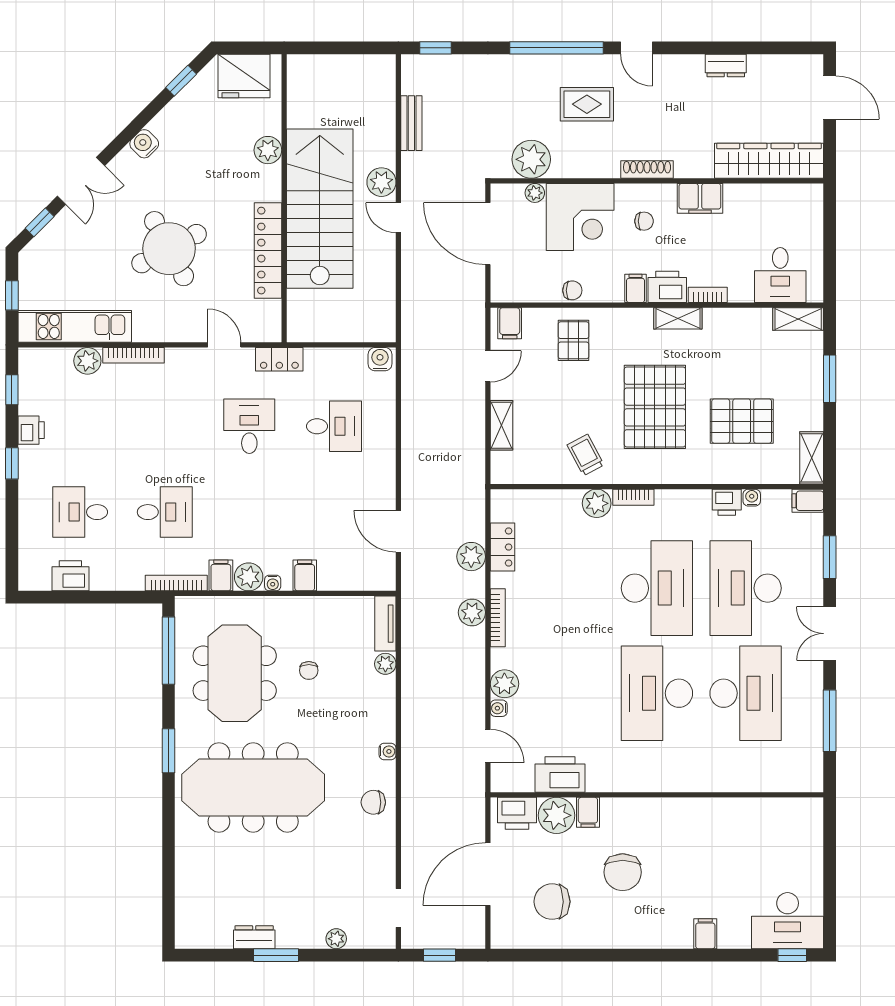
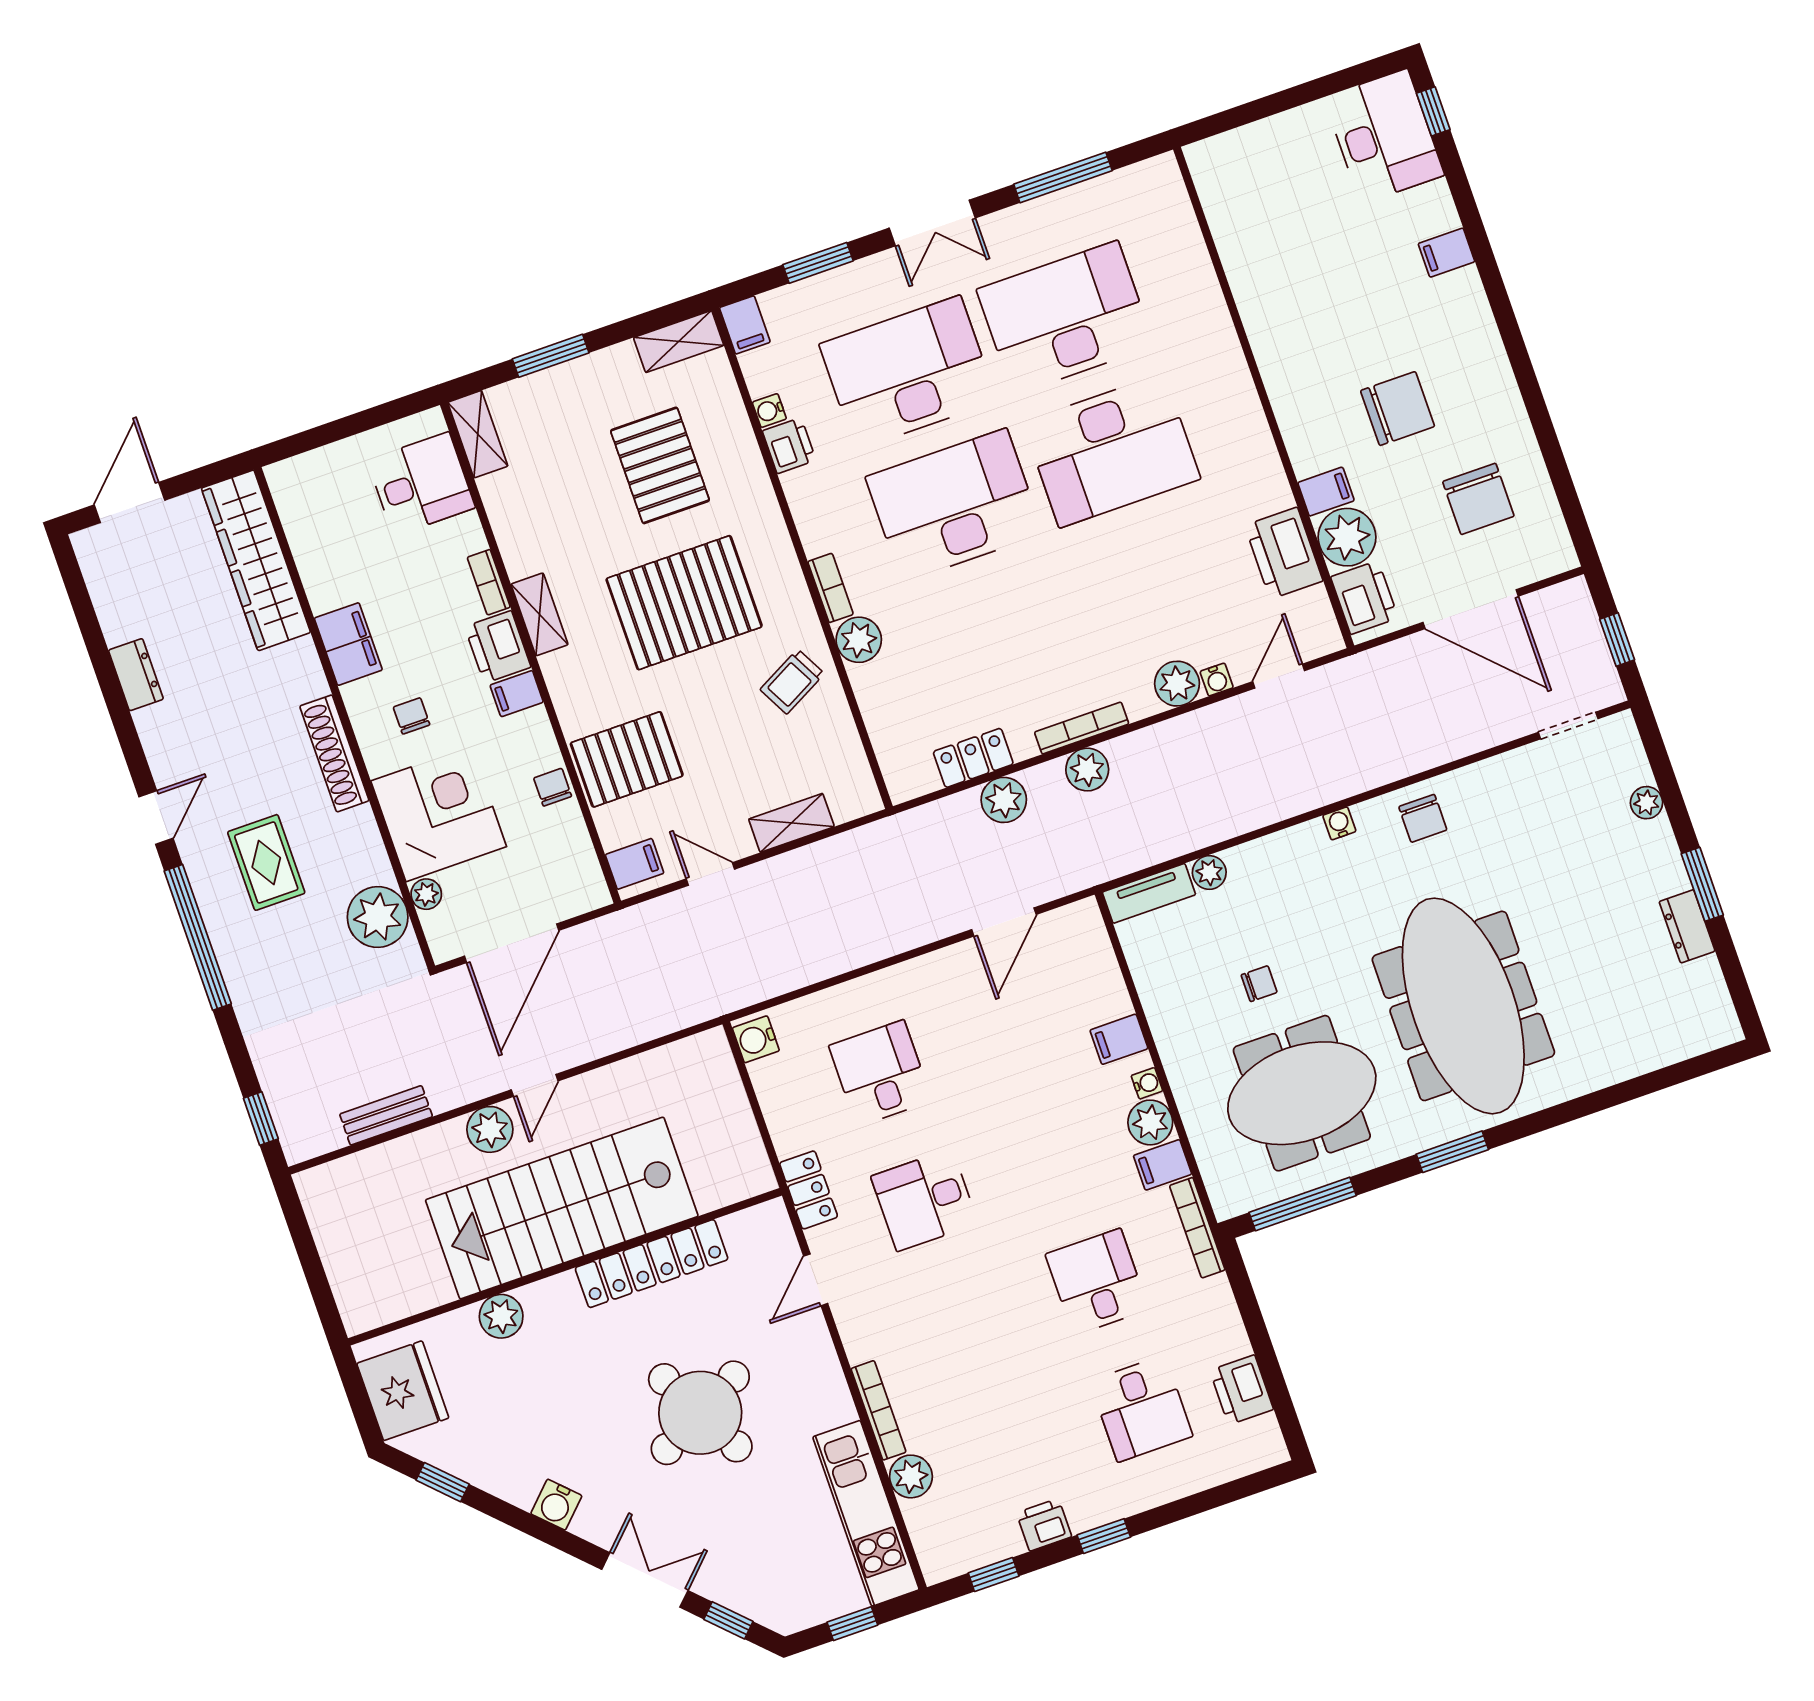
shoe rack: (647, 170) -> (334, 753), width x1.36, depth x1.24
pallet: (574, 340) -> (627, 759), width x1.50, depth x1.42
desk: (746, 588) -> (908, 373), turned 180

